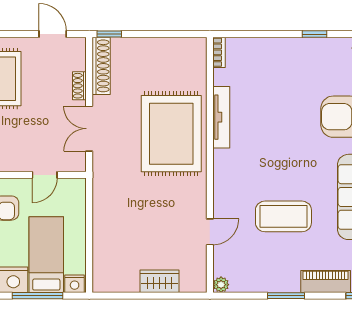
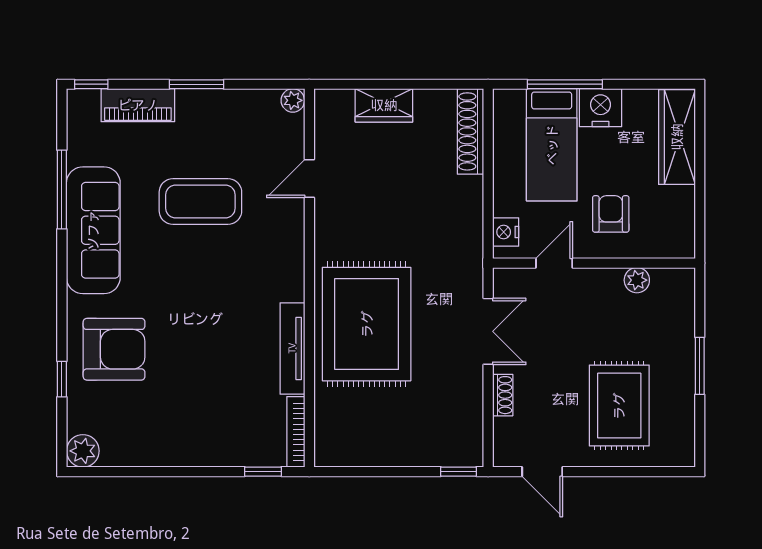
window: (314, 34) -> (263, 472), moved
bookcase: (219, 52) -> (296, 432), width x1.56
shoe rack: (101, 66) -> (470, 131), moved
nightstand: (75, 284) -> (506, 232), moved, turned -90

